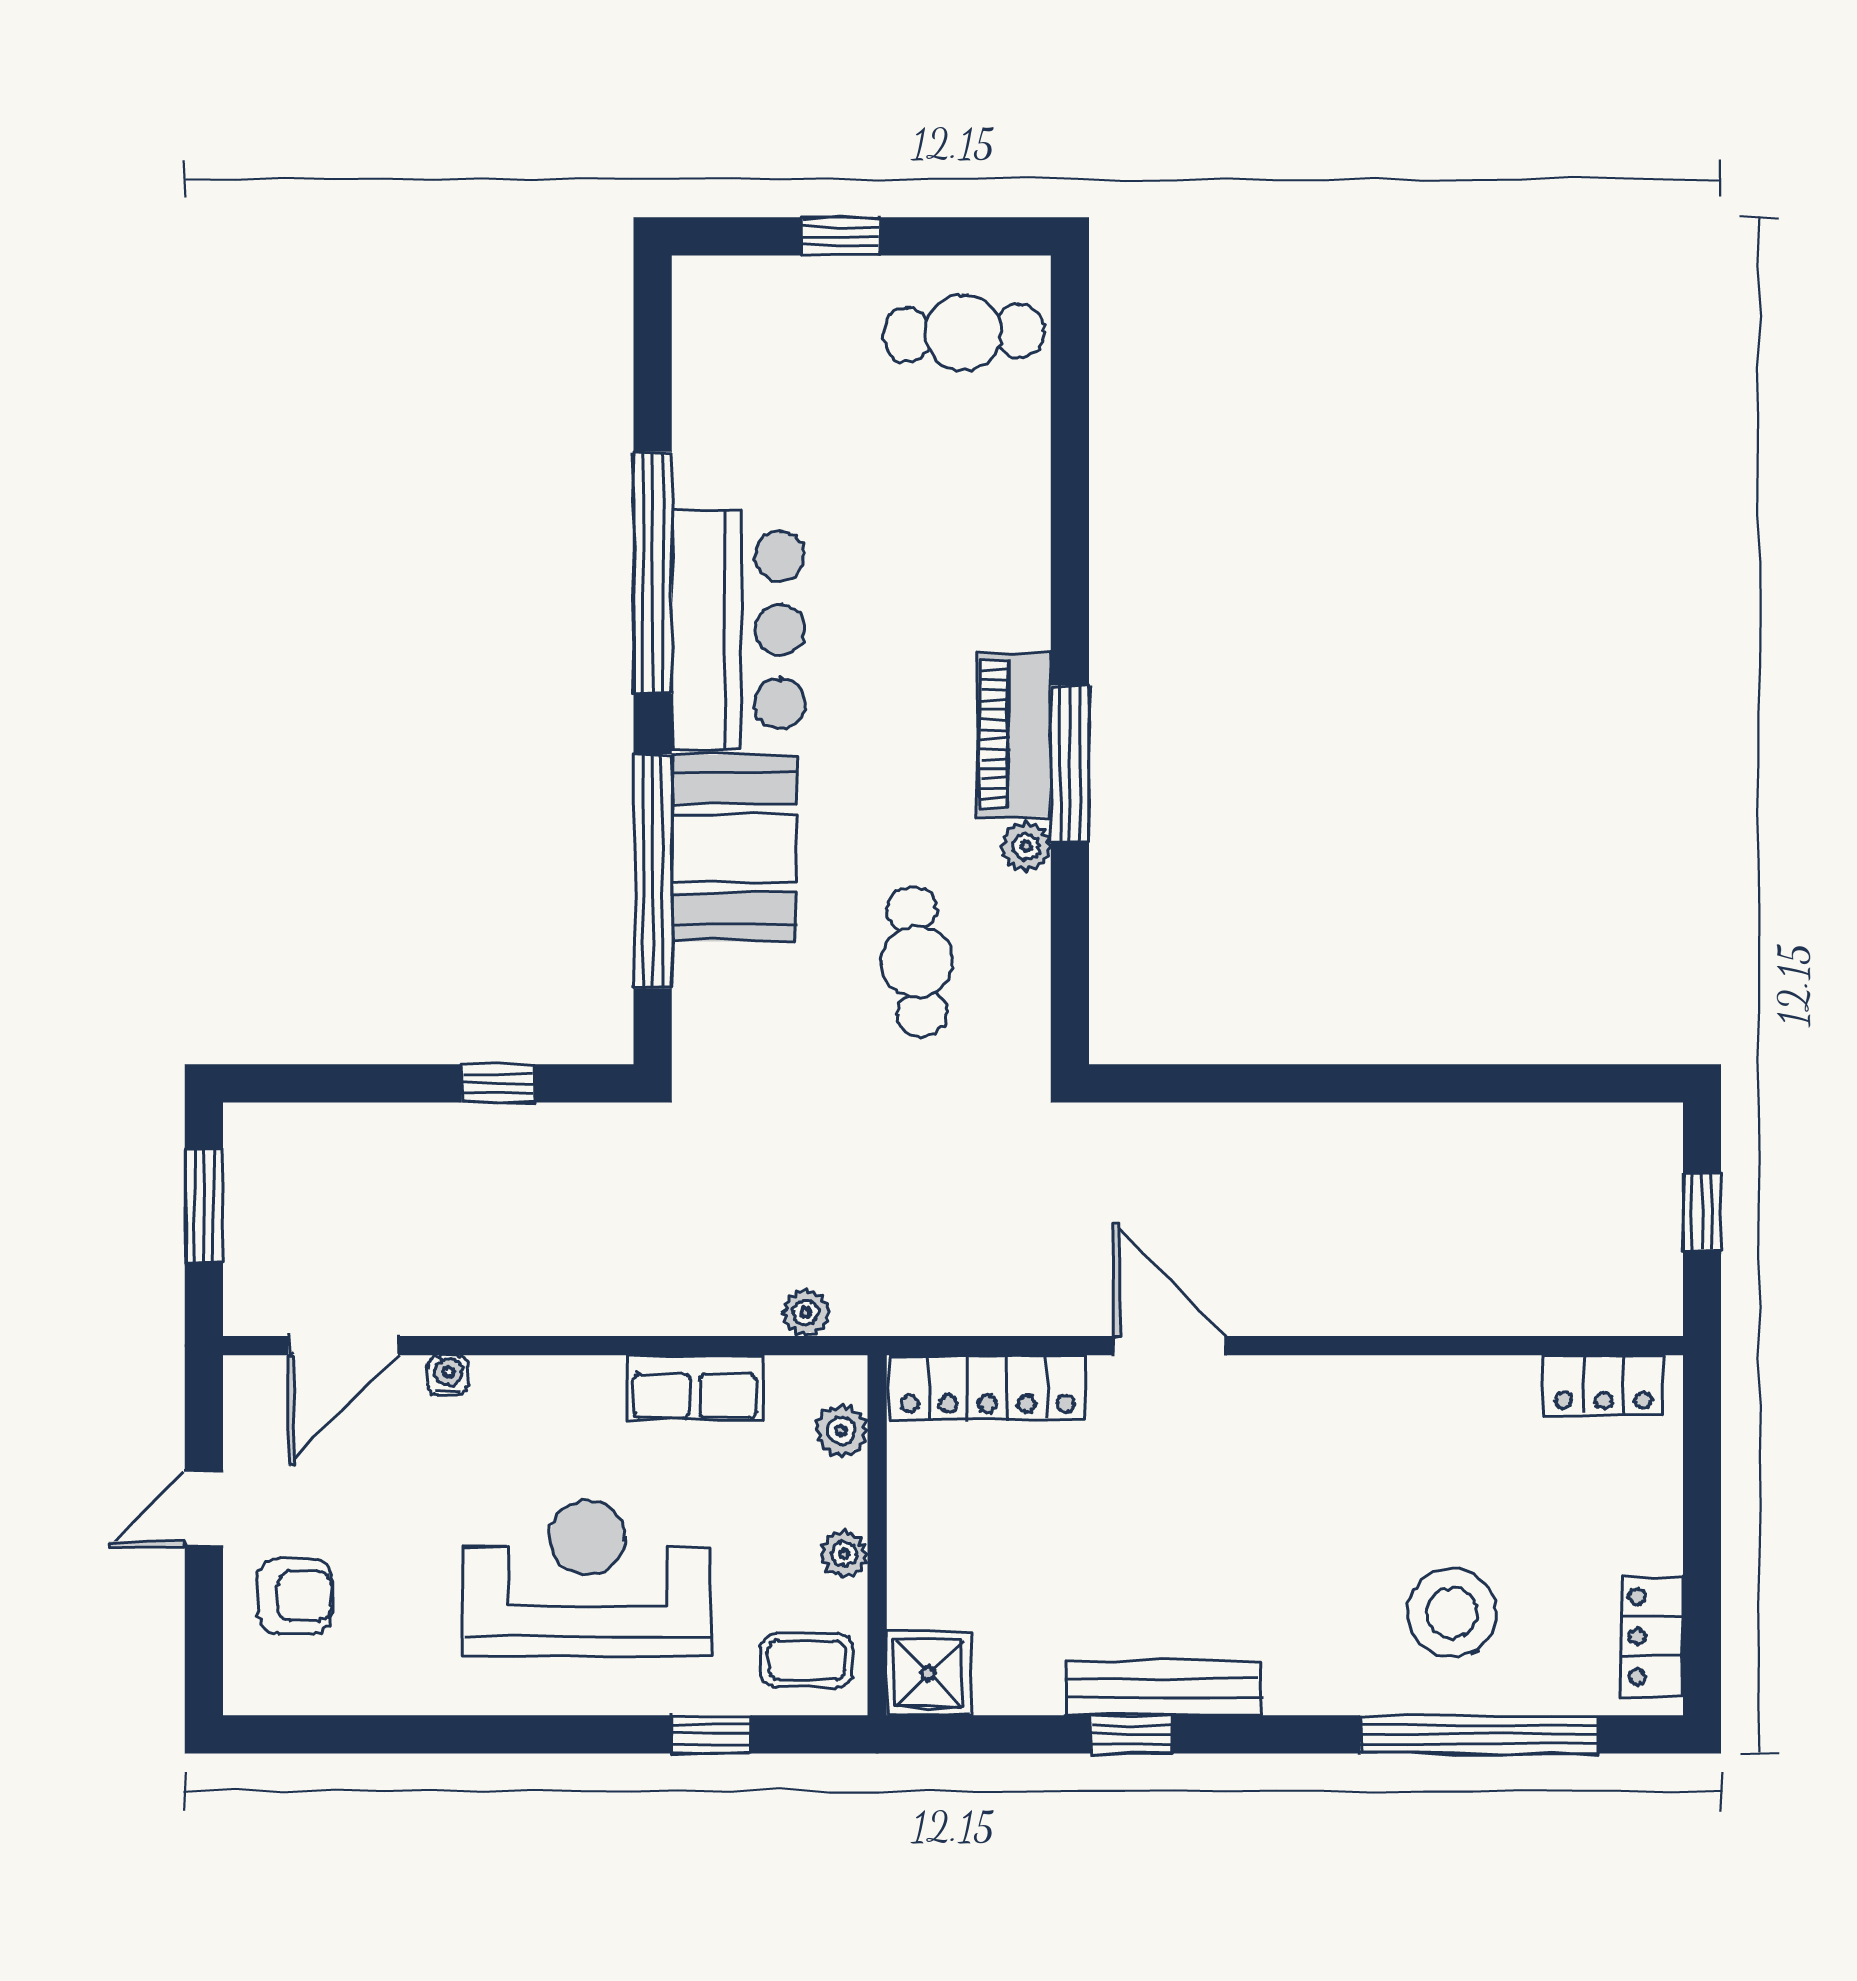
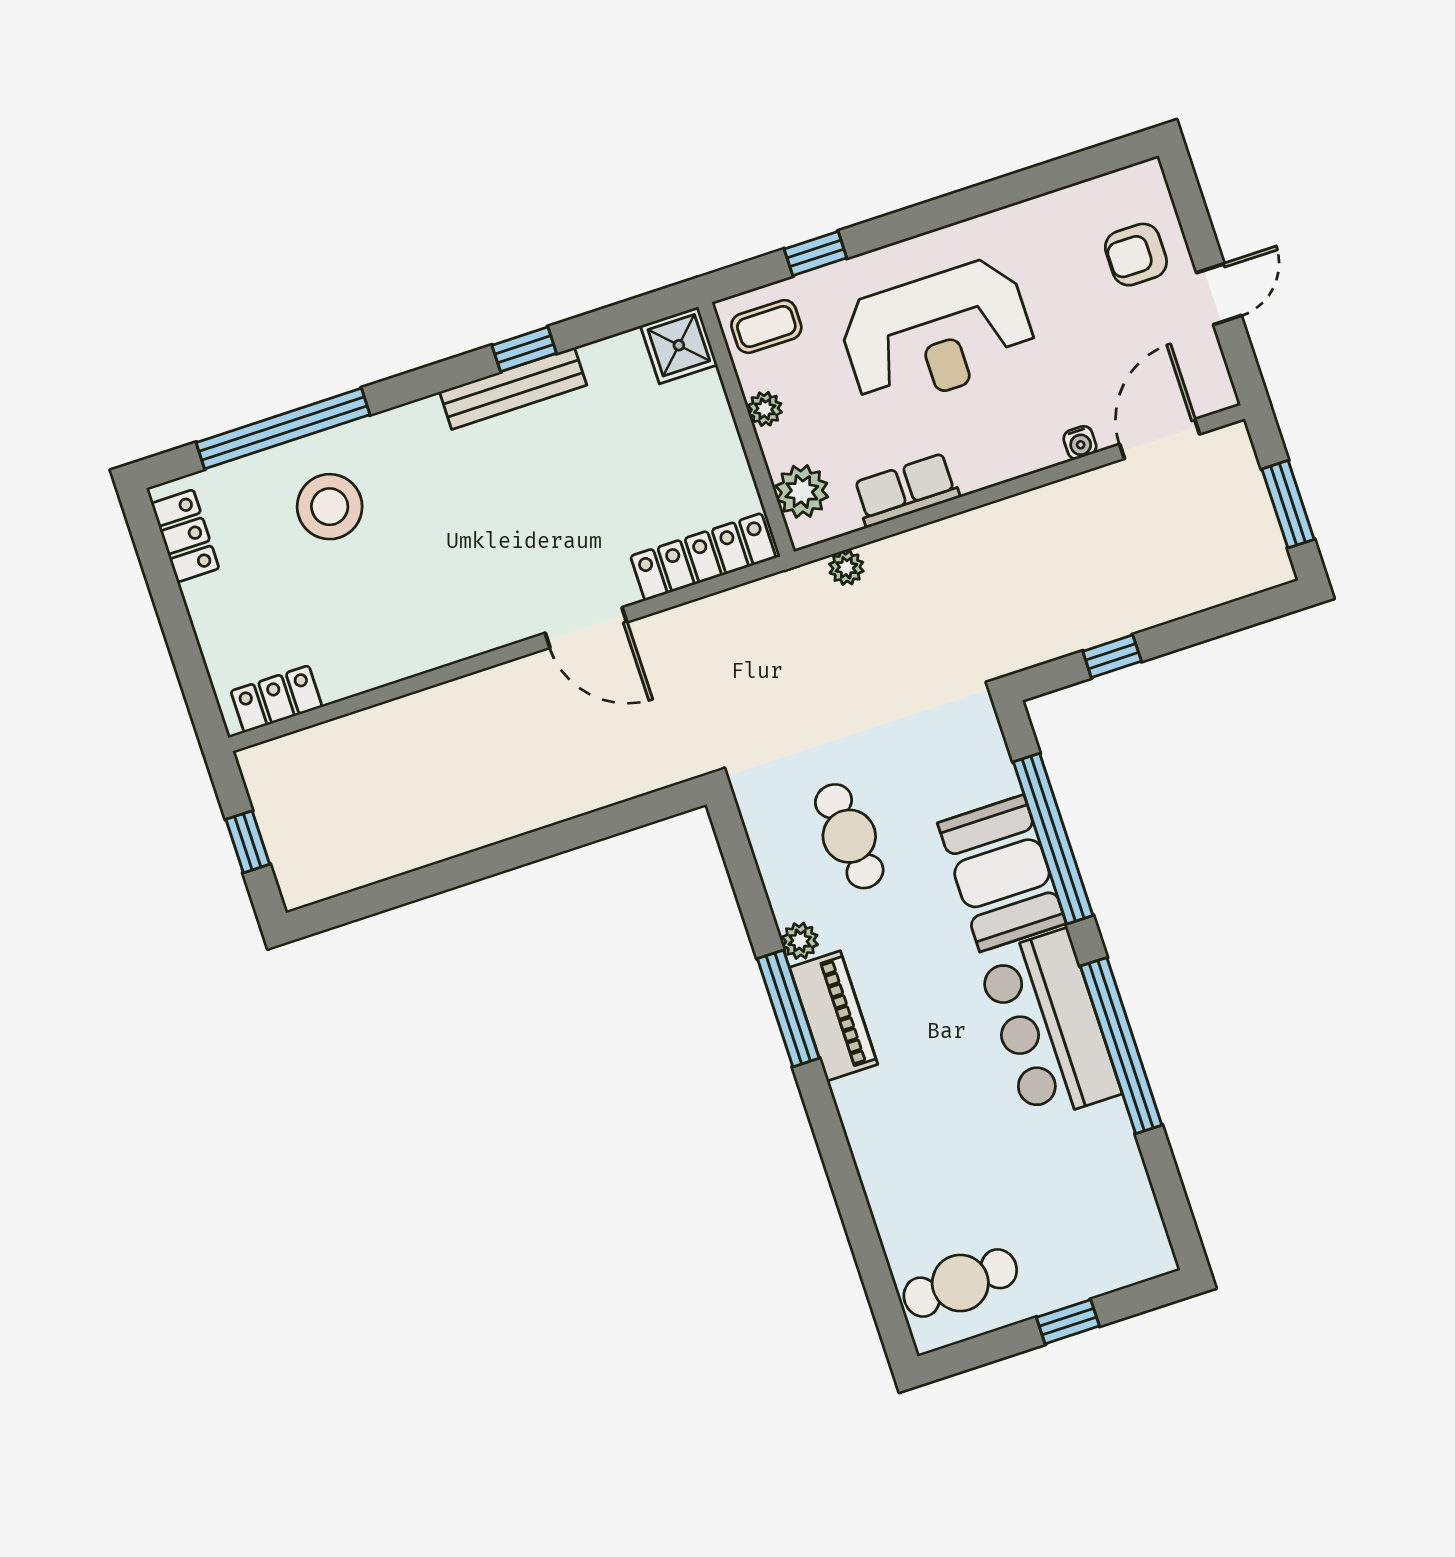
plant: (841, 1431) -> (802, 491), width x1.38, depth x1.38

